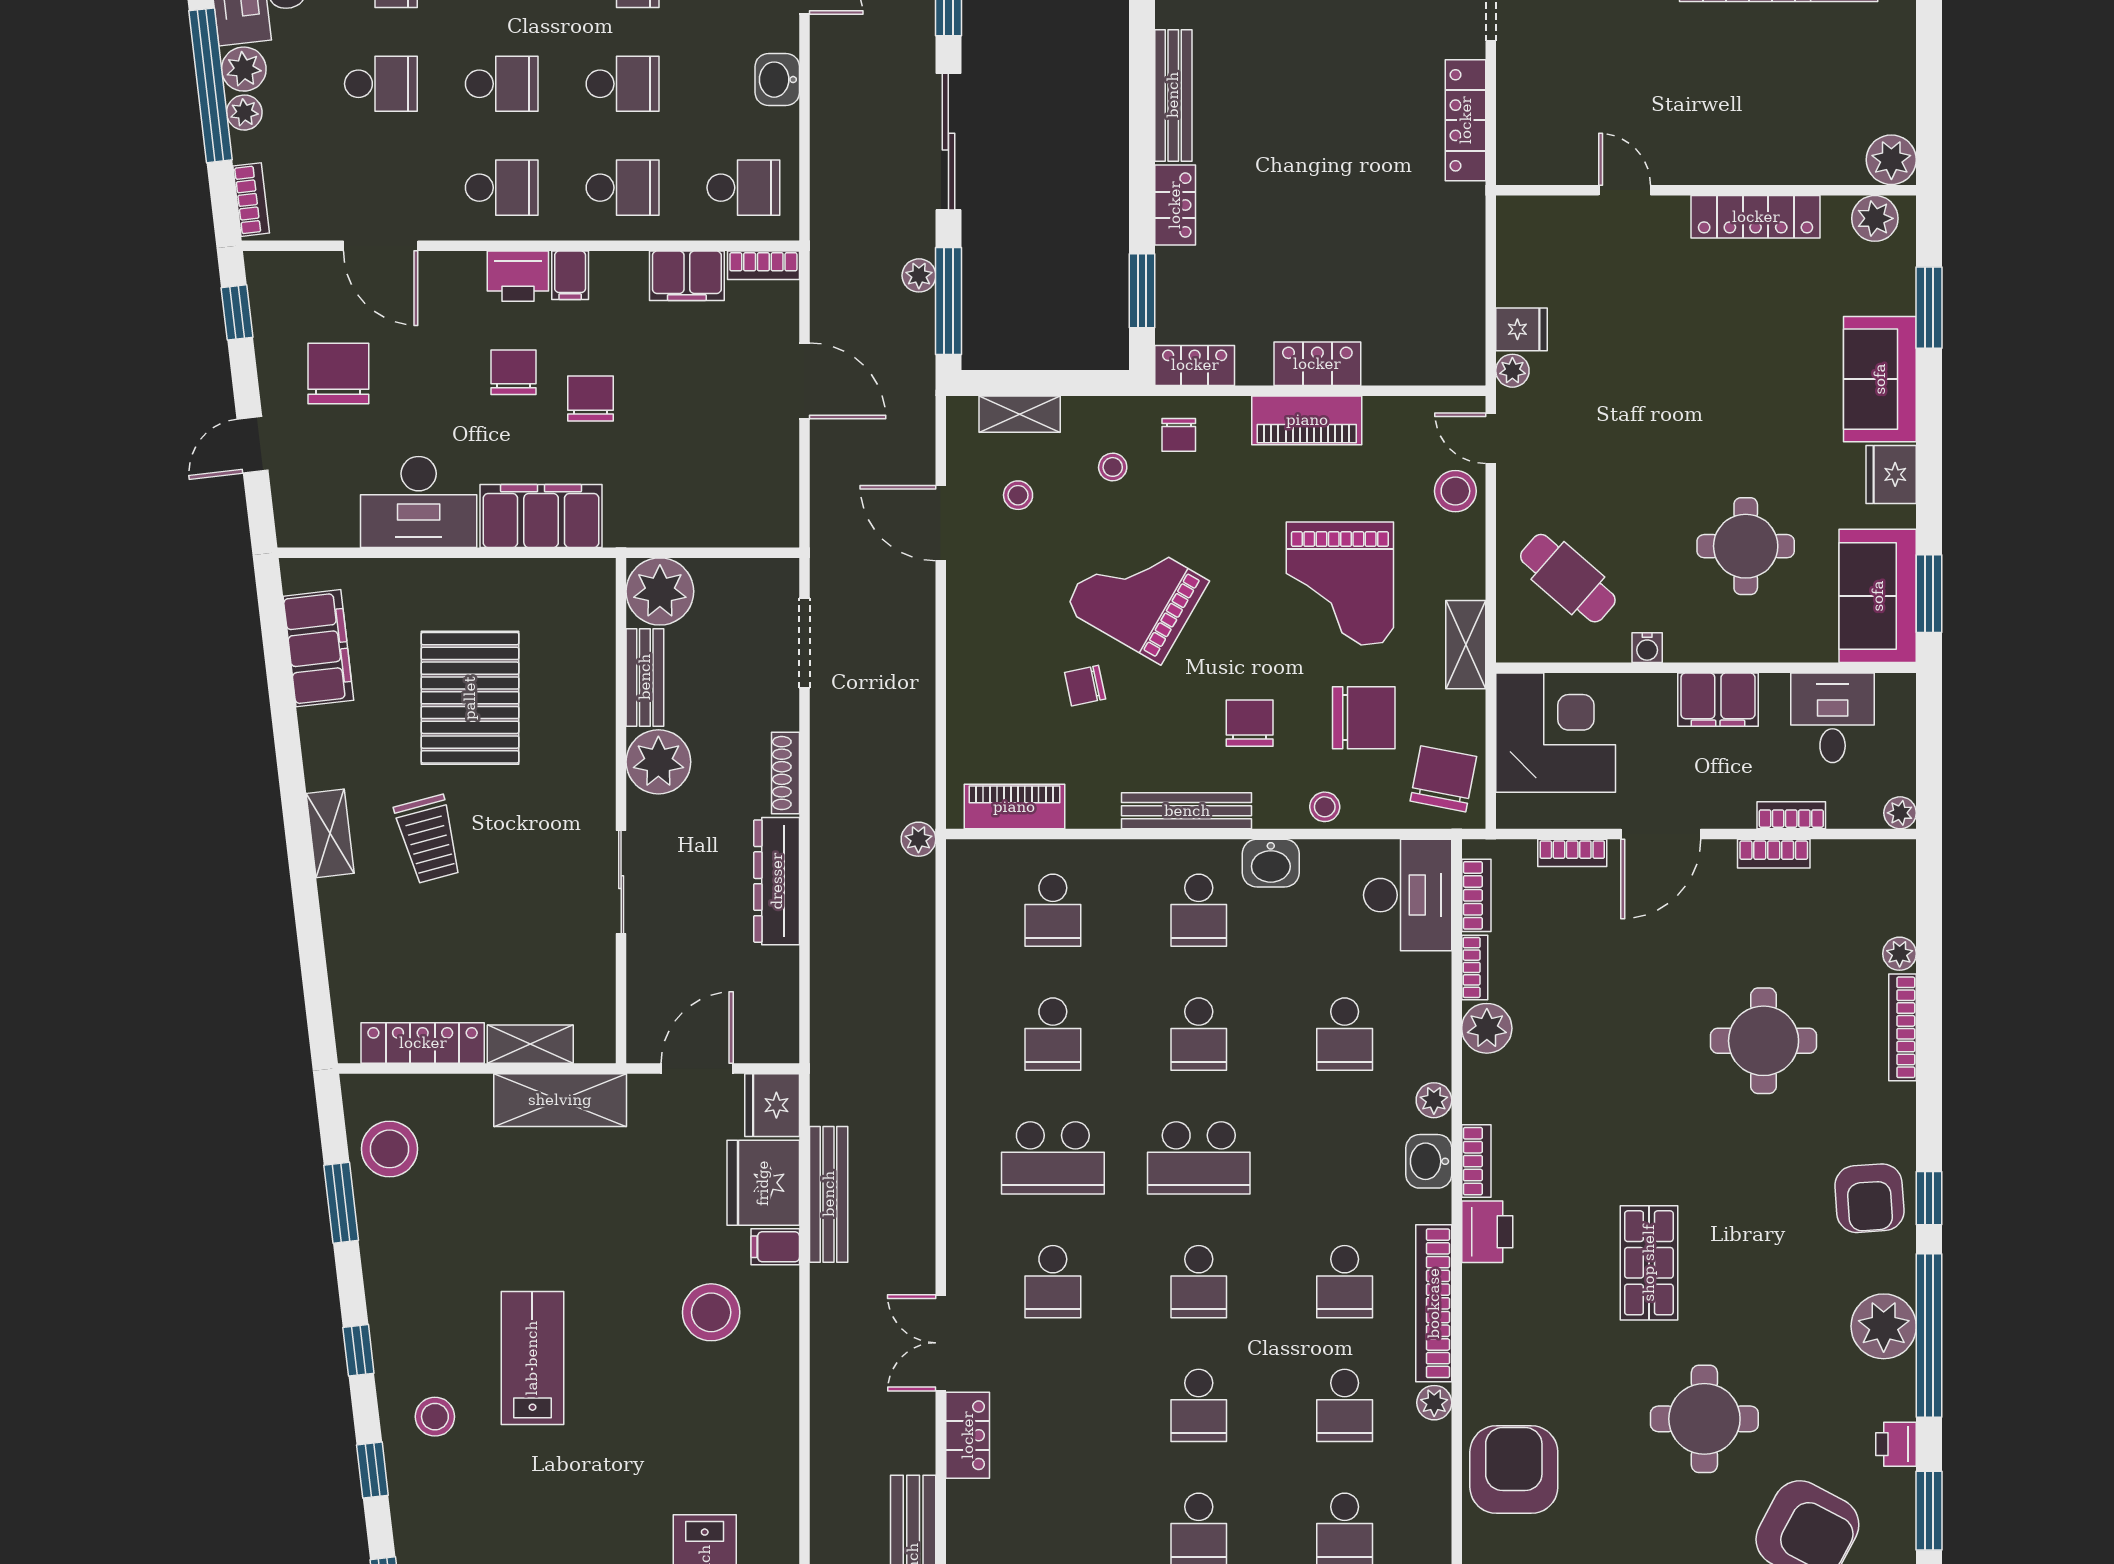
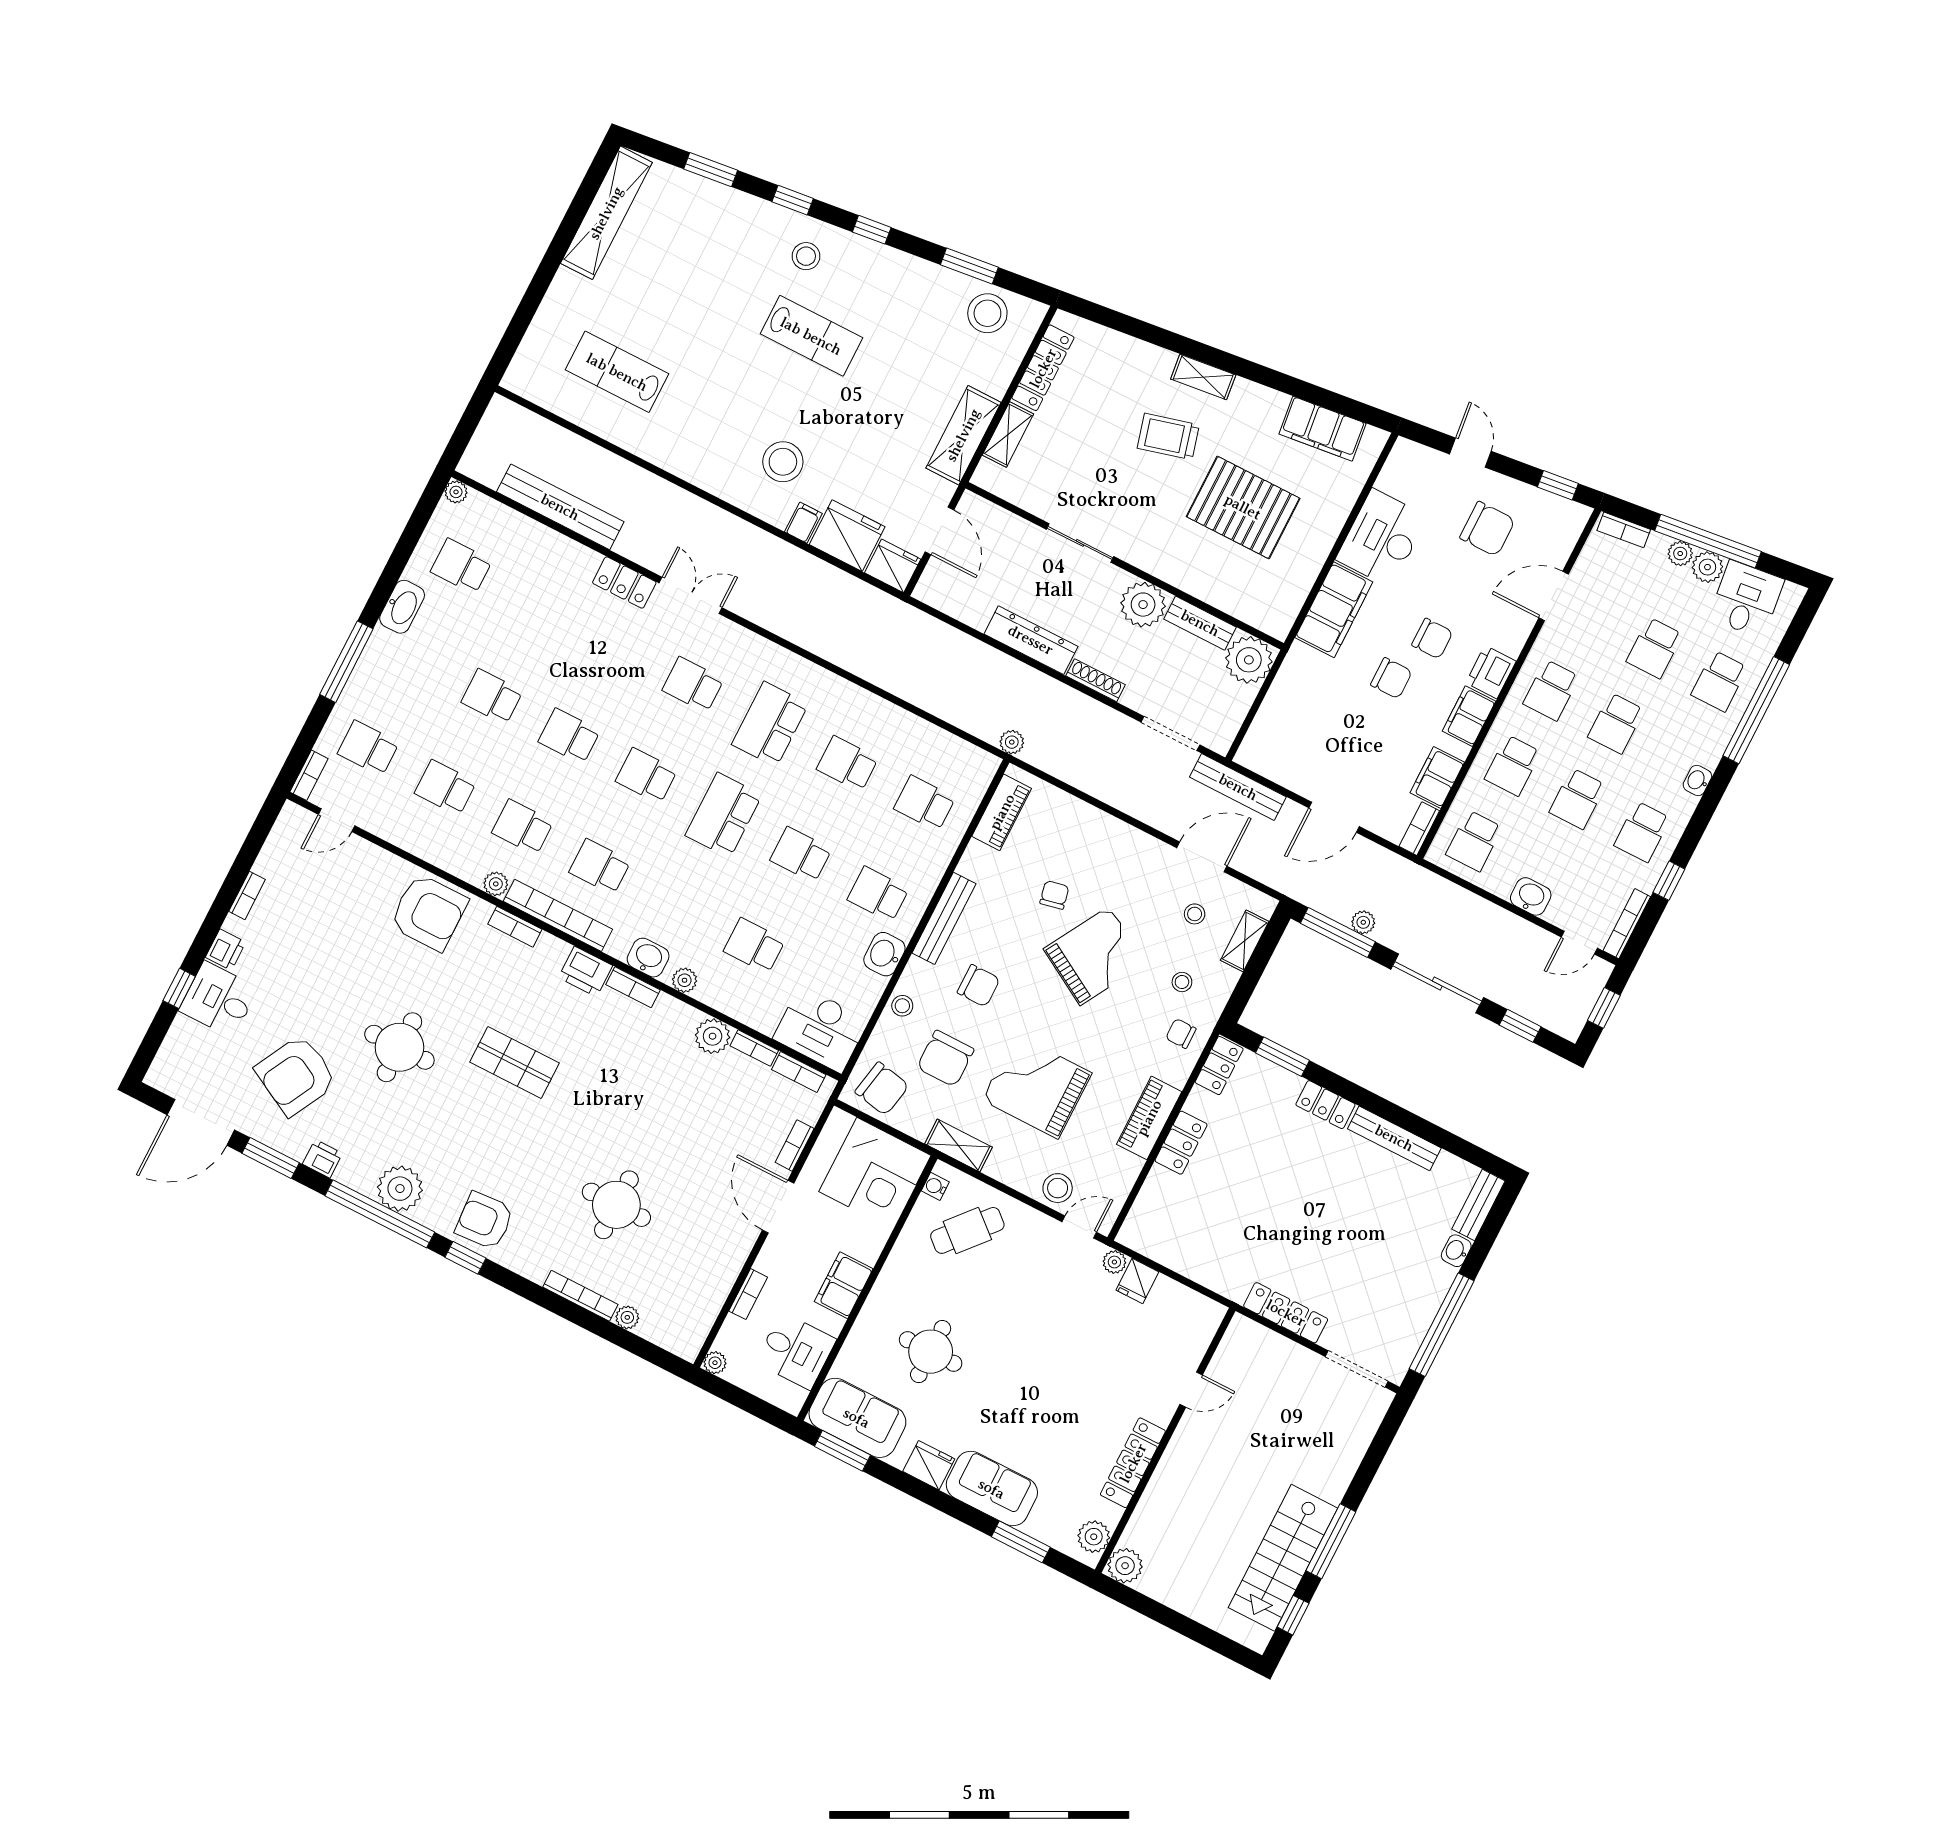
filing cabinet: (570, 275) -> (1469, 716), width x2.00
water cooler: (1647, 648) -> (935, 1186), moved
bookcase: (1774, 854) -> (515, 927), moved, turned -90
bench: (829, 1194) -> (1238, 787), moved

